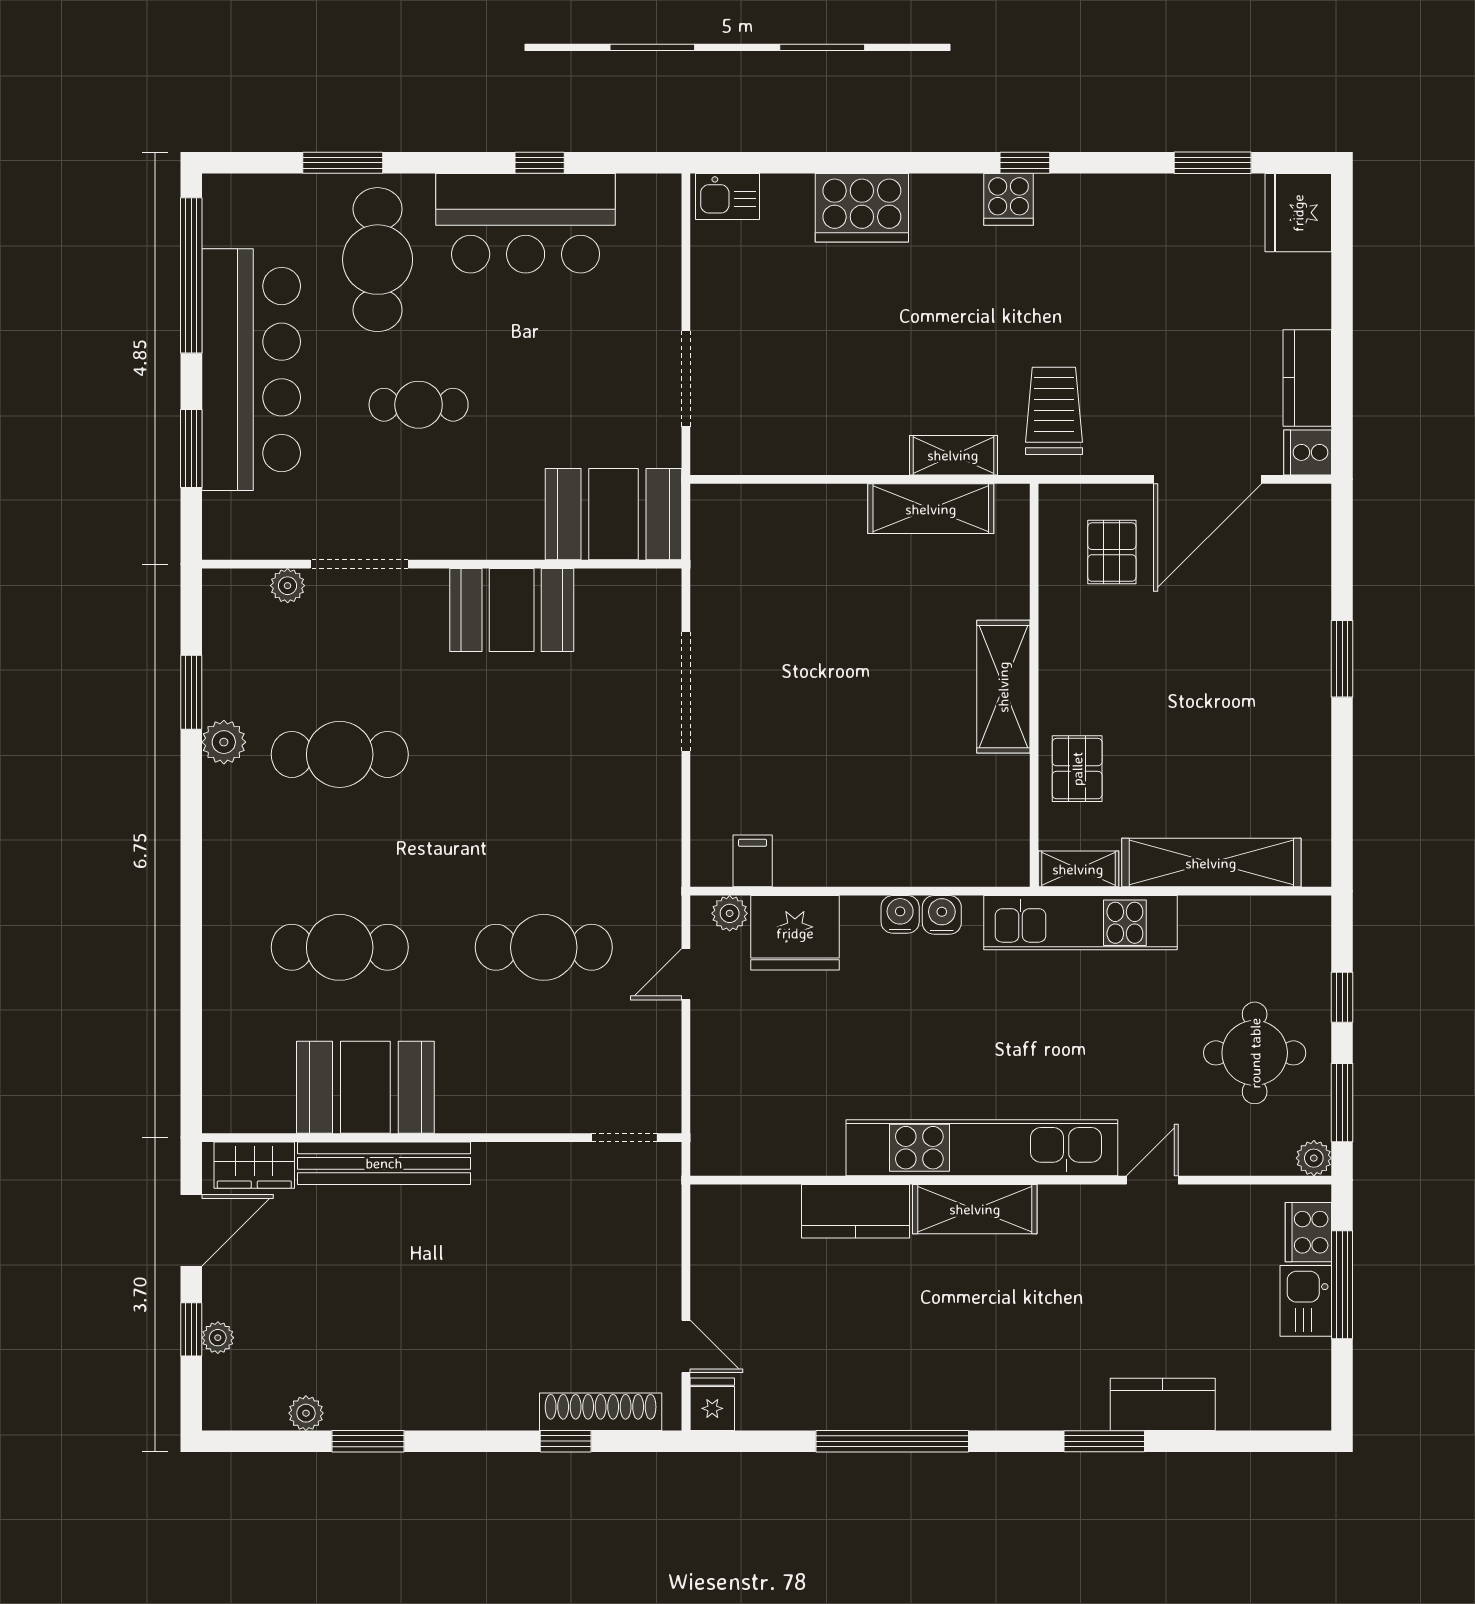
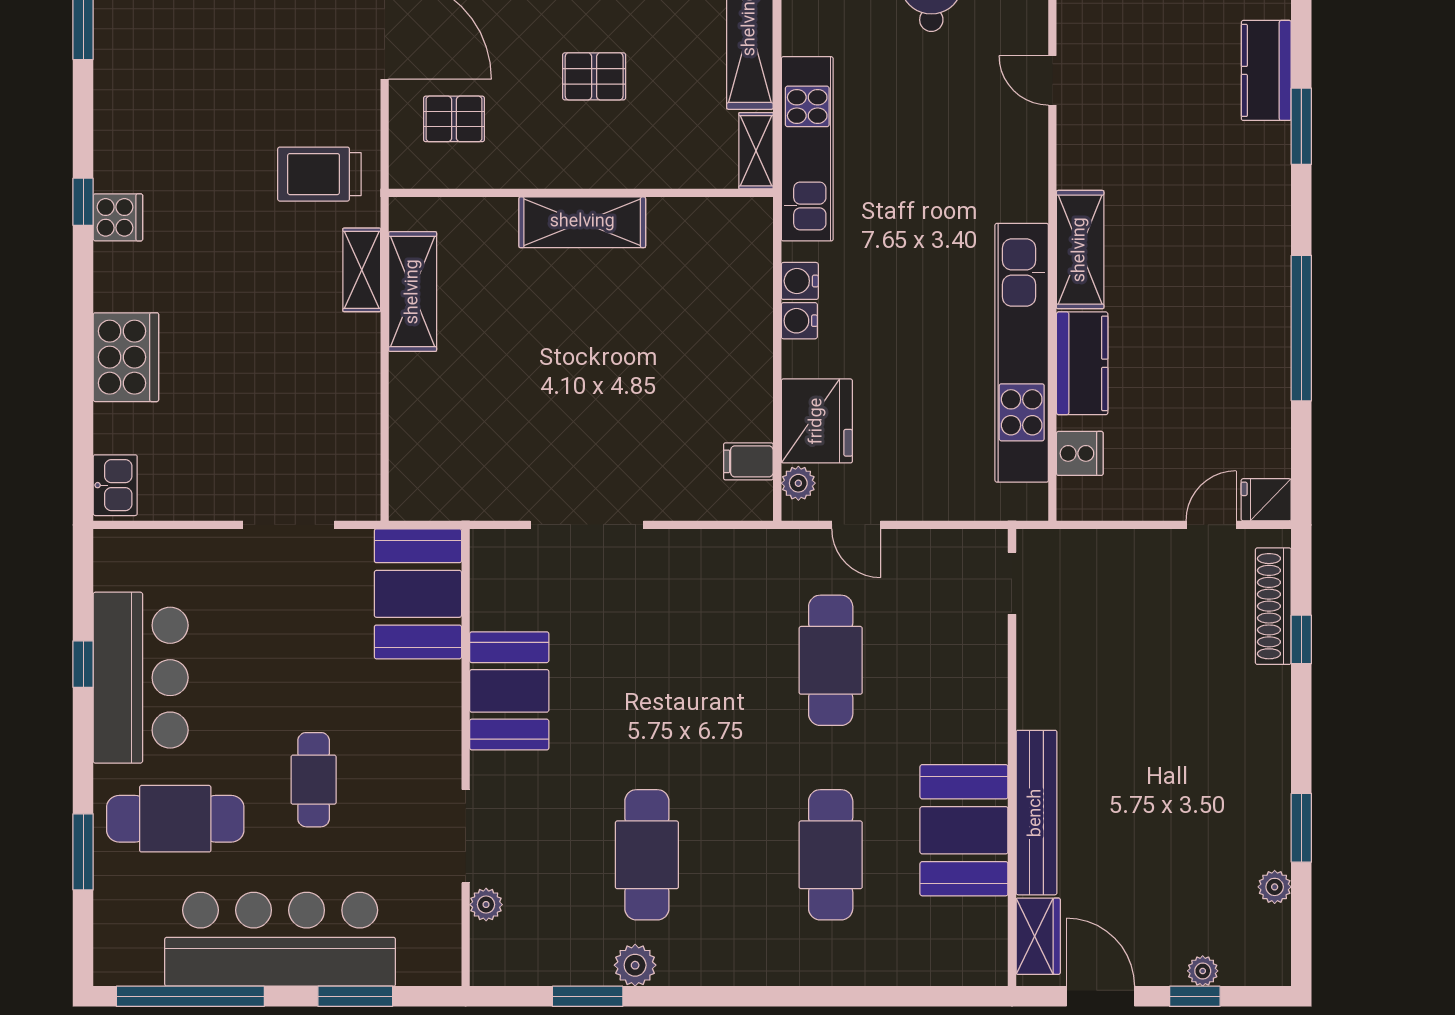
pallet: (1077, 769) -> (594, 76), moved
kitchen unit: (982, 1148) -> (1022, 353), moved
cooker: (761, 1209) -> (1080, 453), added

